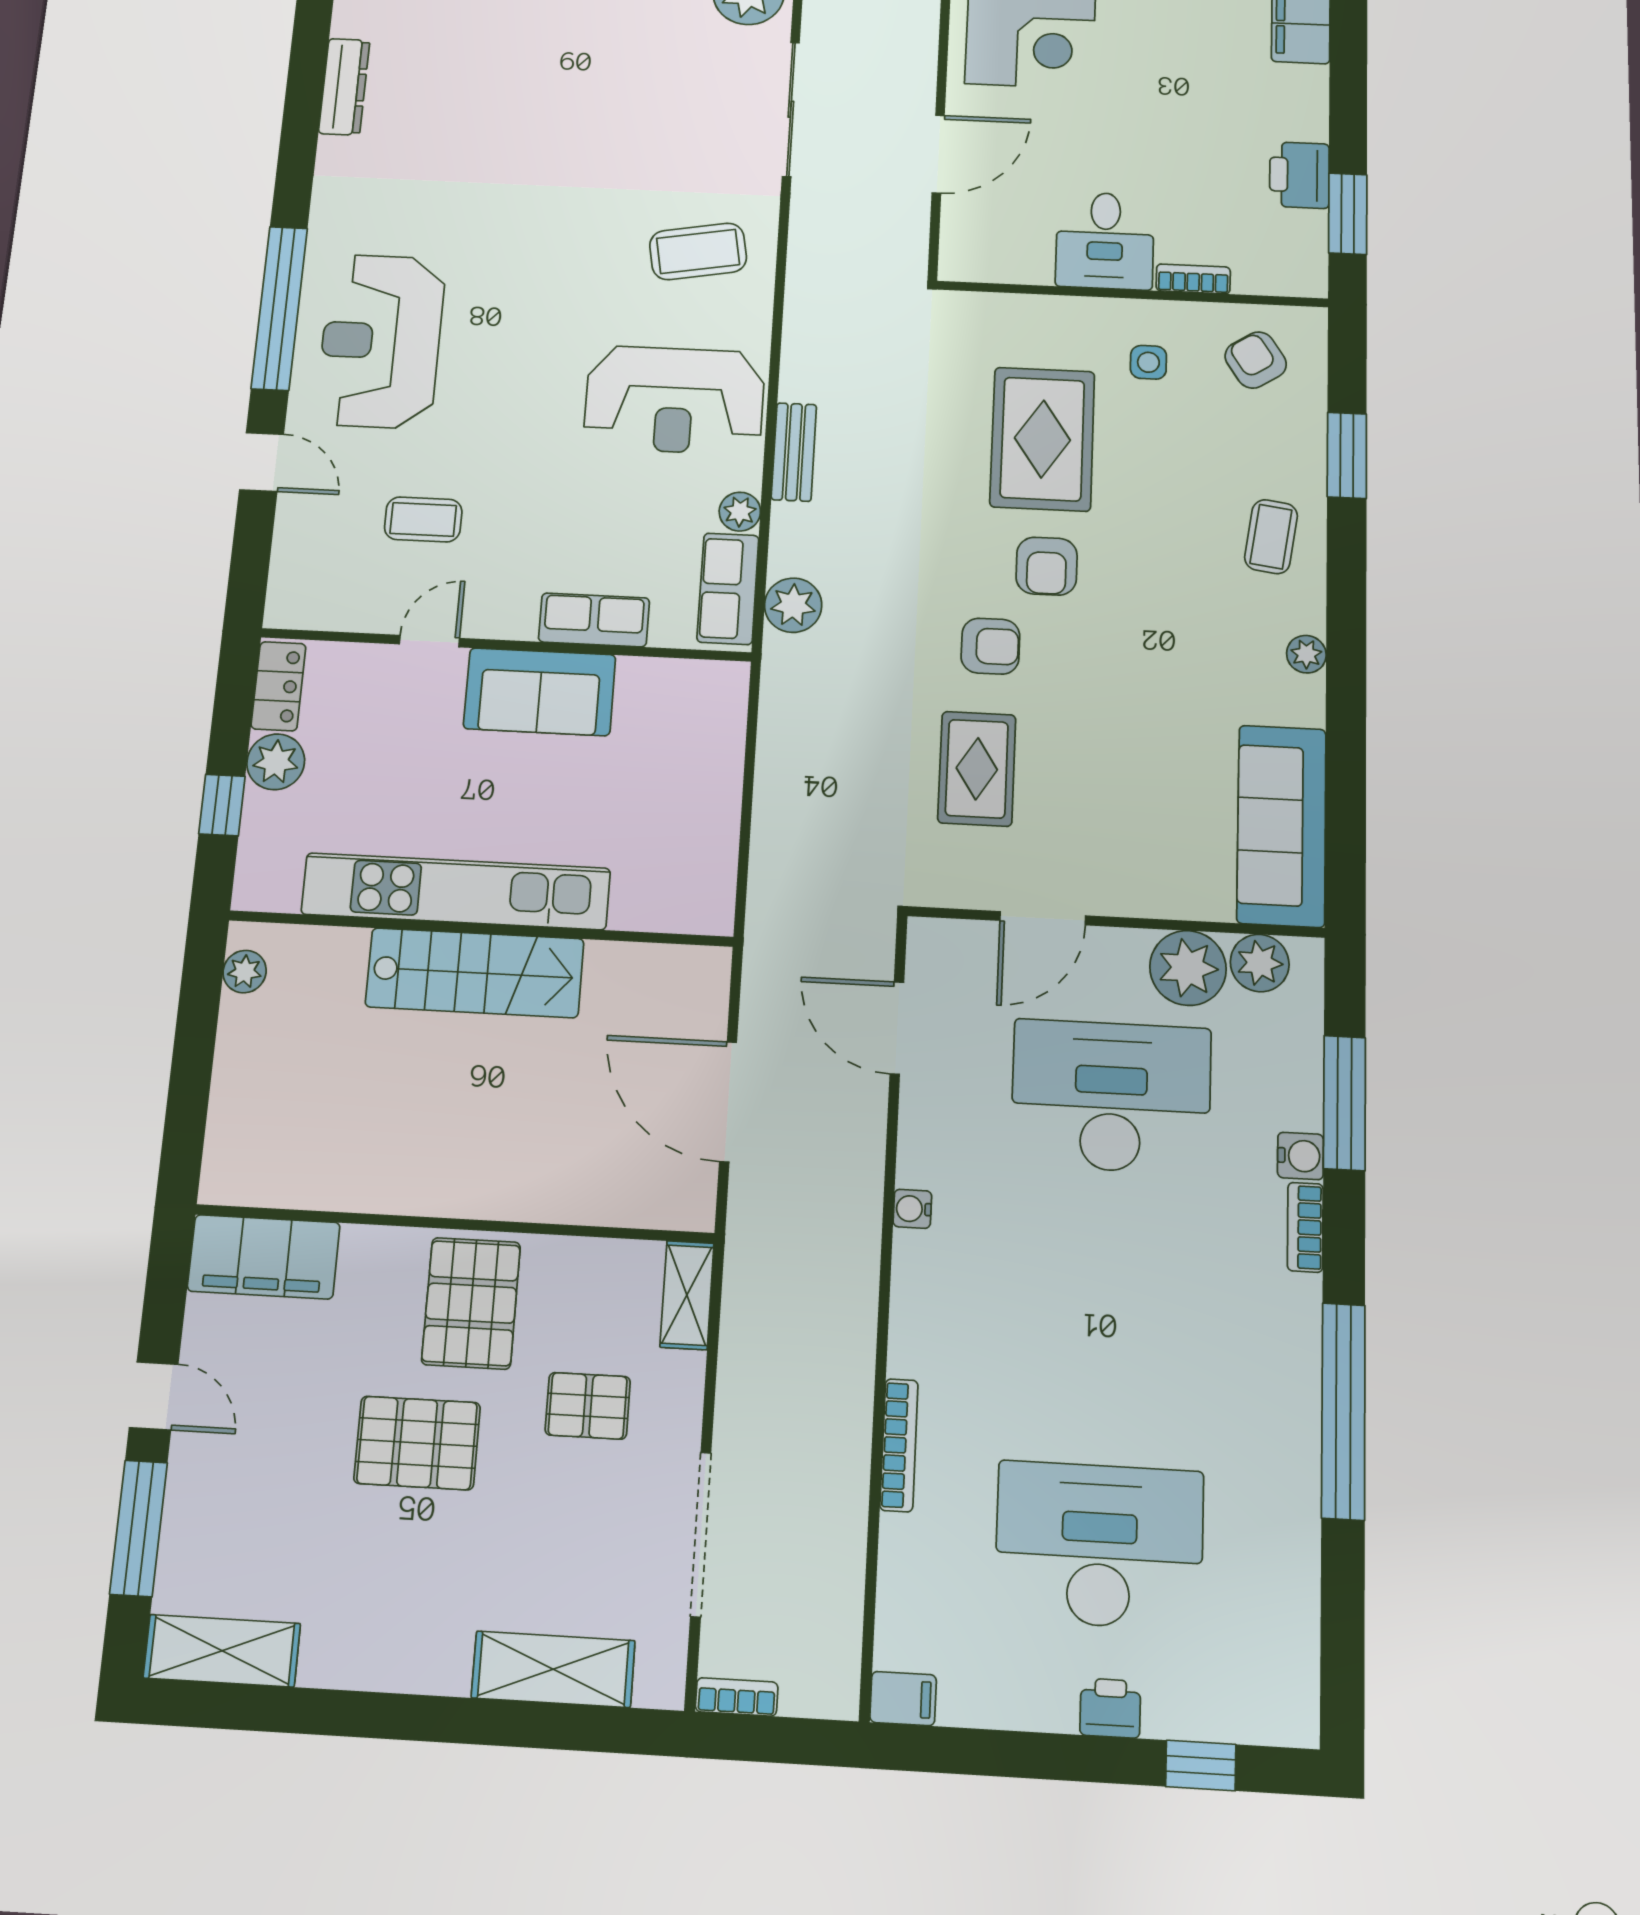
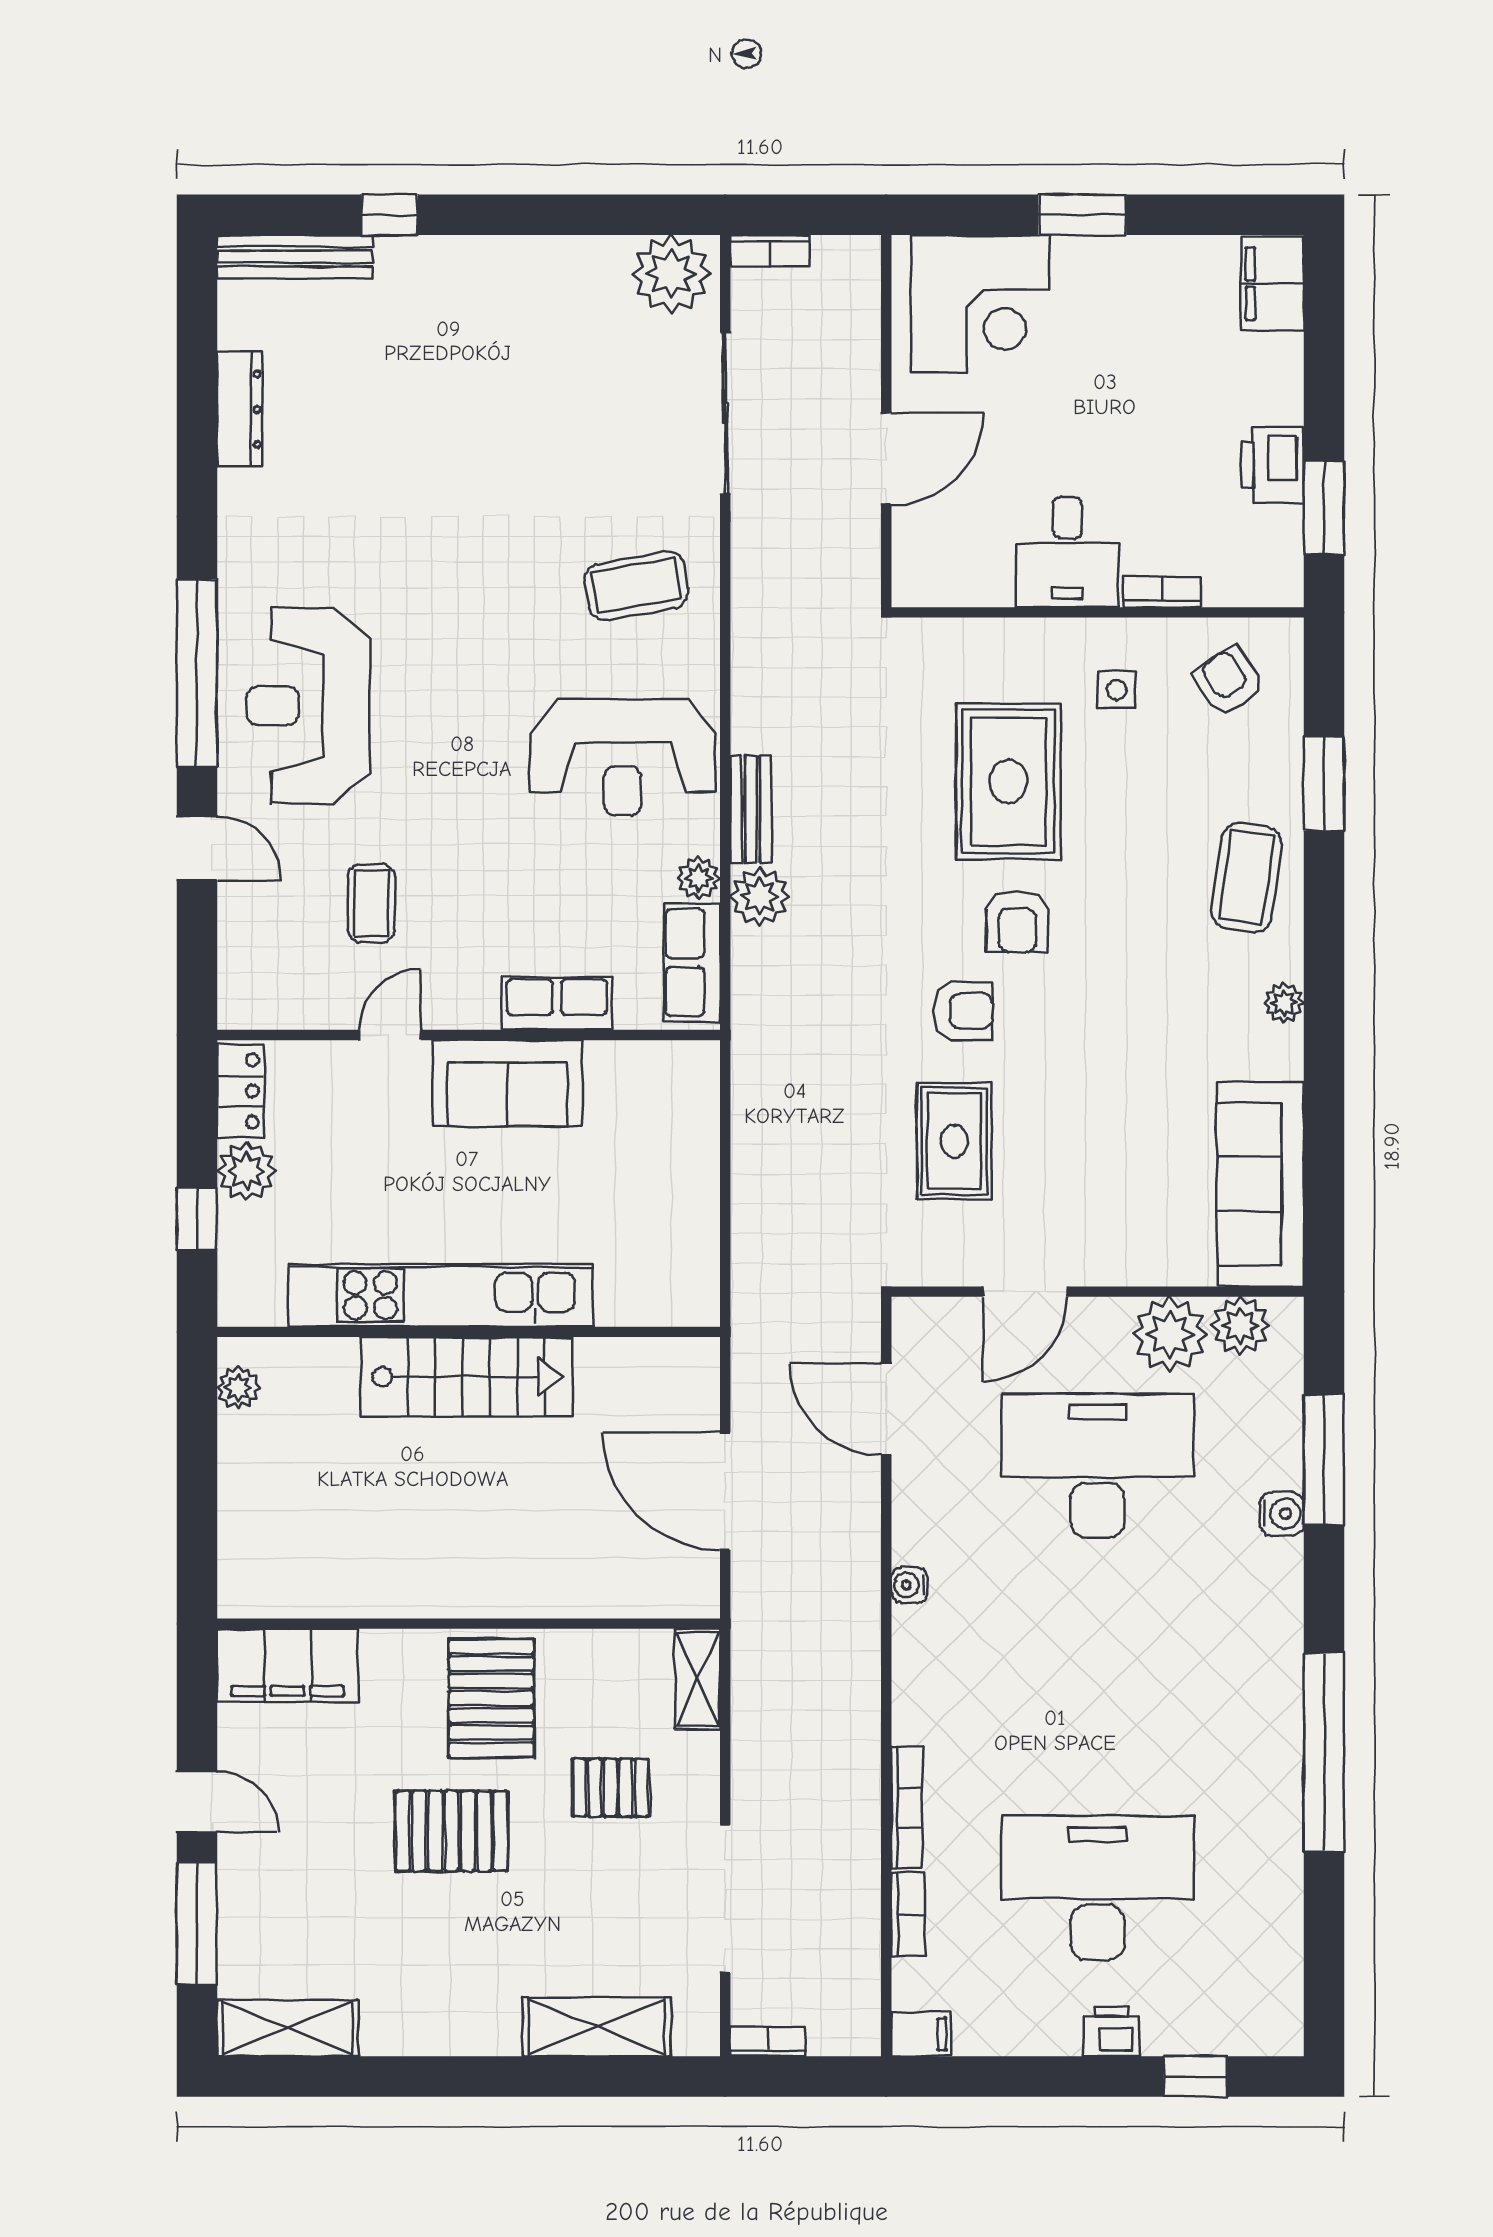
coffee table: (423, 519) -> (372, 903), turned 90
coffee table: (1271, 537) -> (1247, 878), width x1.36, depth x1.30
plant: (793, 605) -> (760, 897), moved
bookcase: (1305, 1227) -> (908, 1914), moved, turned 180

